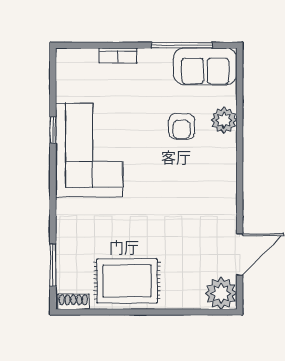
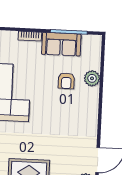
sofa: (205, 66) -> (61, 44), moved

